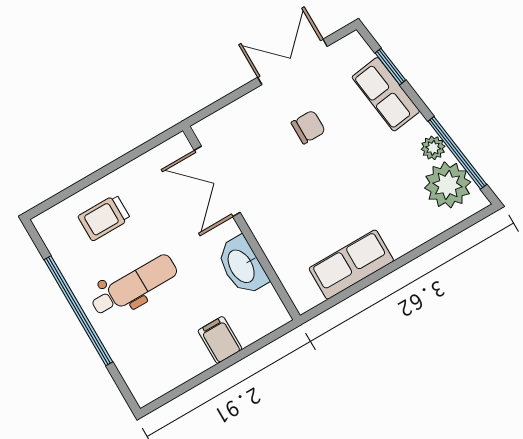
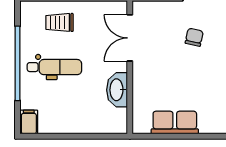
chair: (308, 127) -> (194, 37), turned -78
filing cabinet: (220, 340) -> (29, 122), moved

